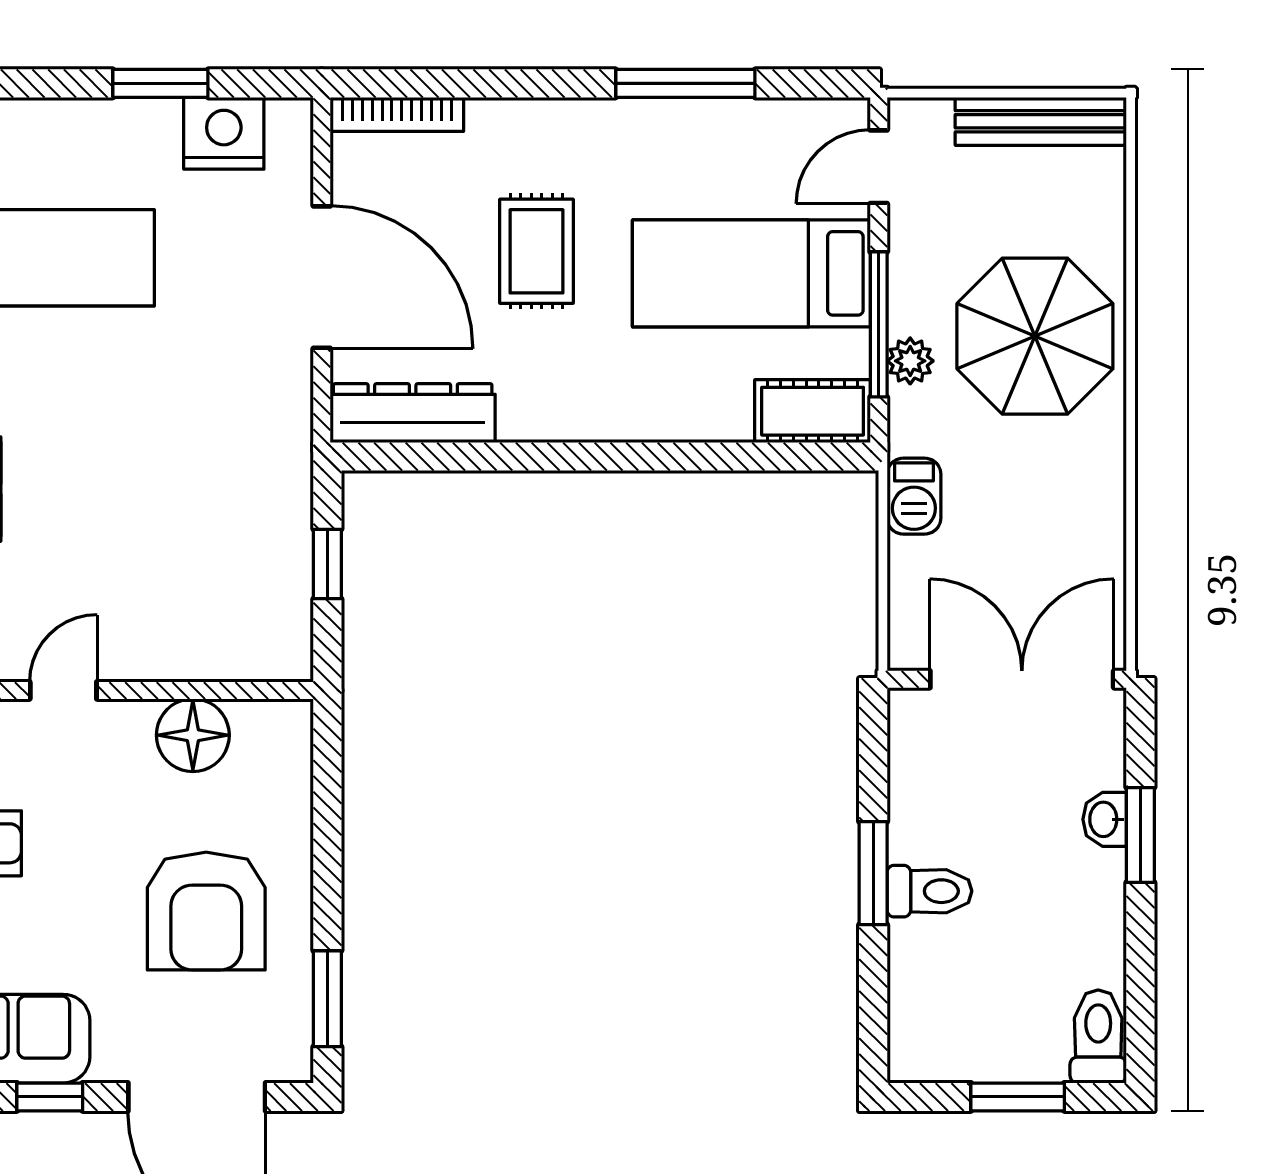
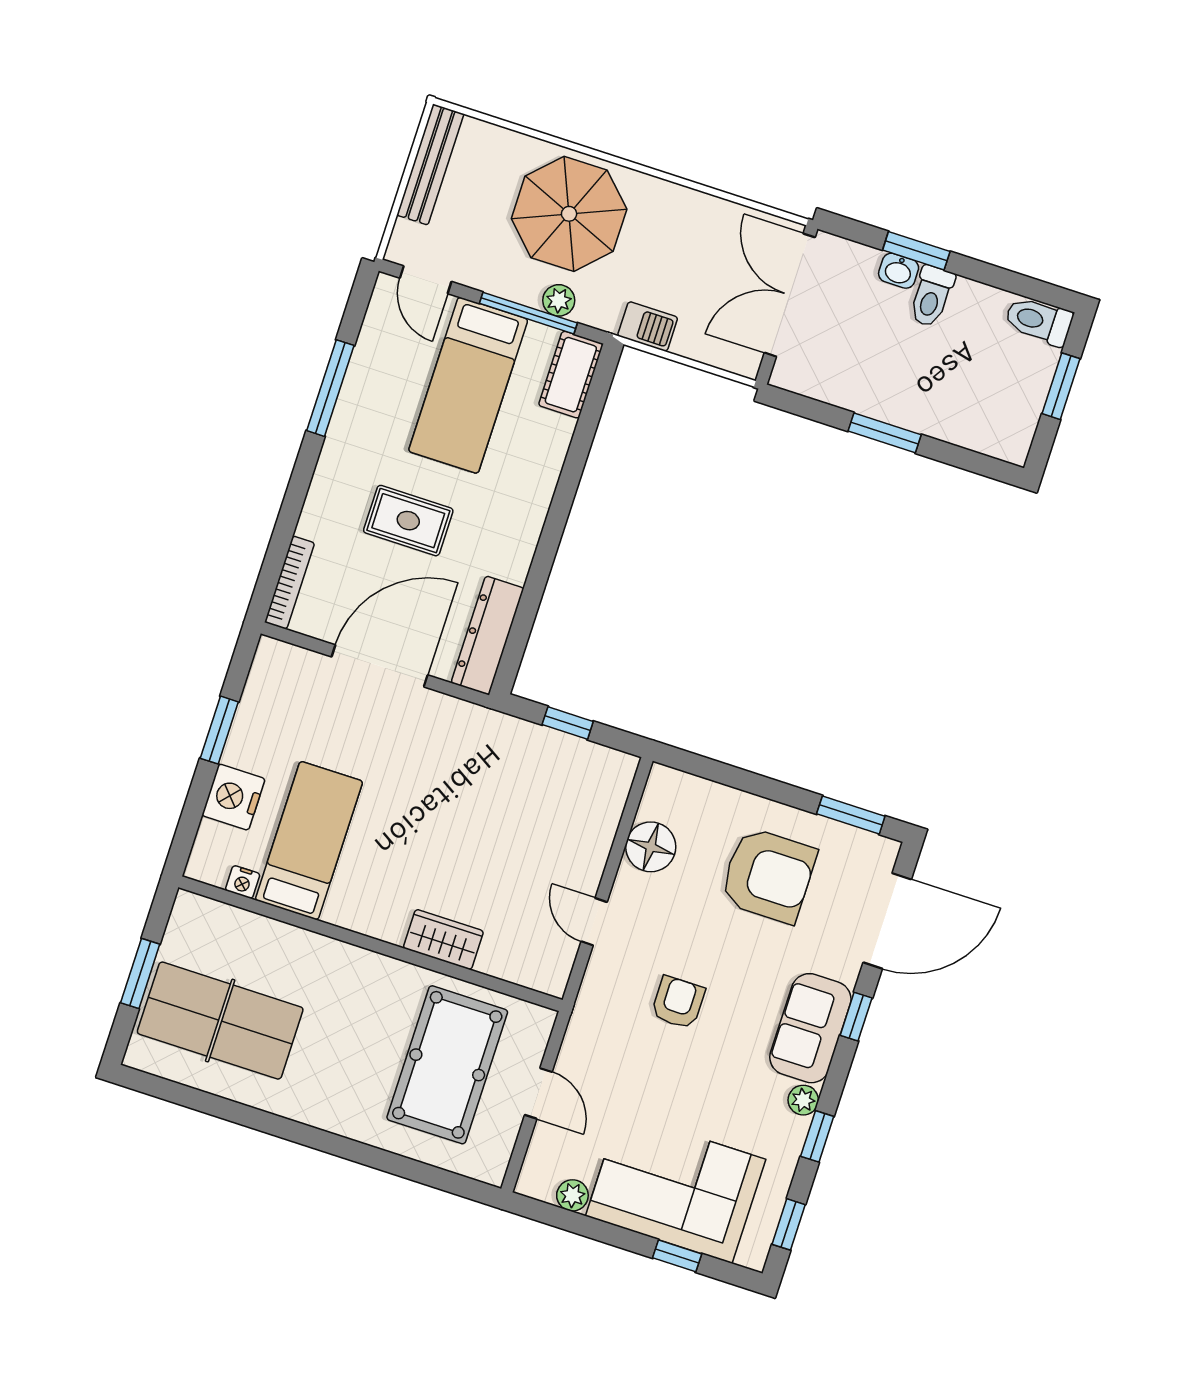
nightstand: (224, 133) -> (233, 797), moved
toilet: (929, 891) -> (931, 296), moved, turned 180

